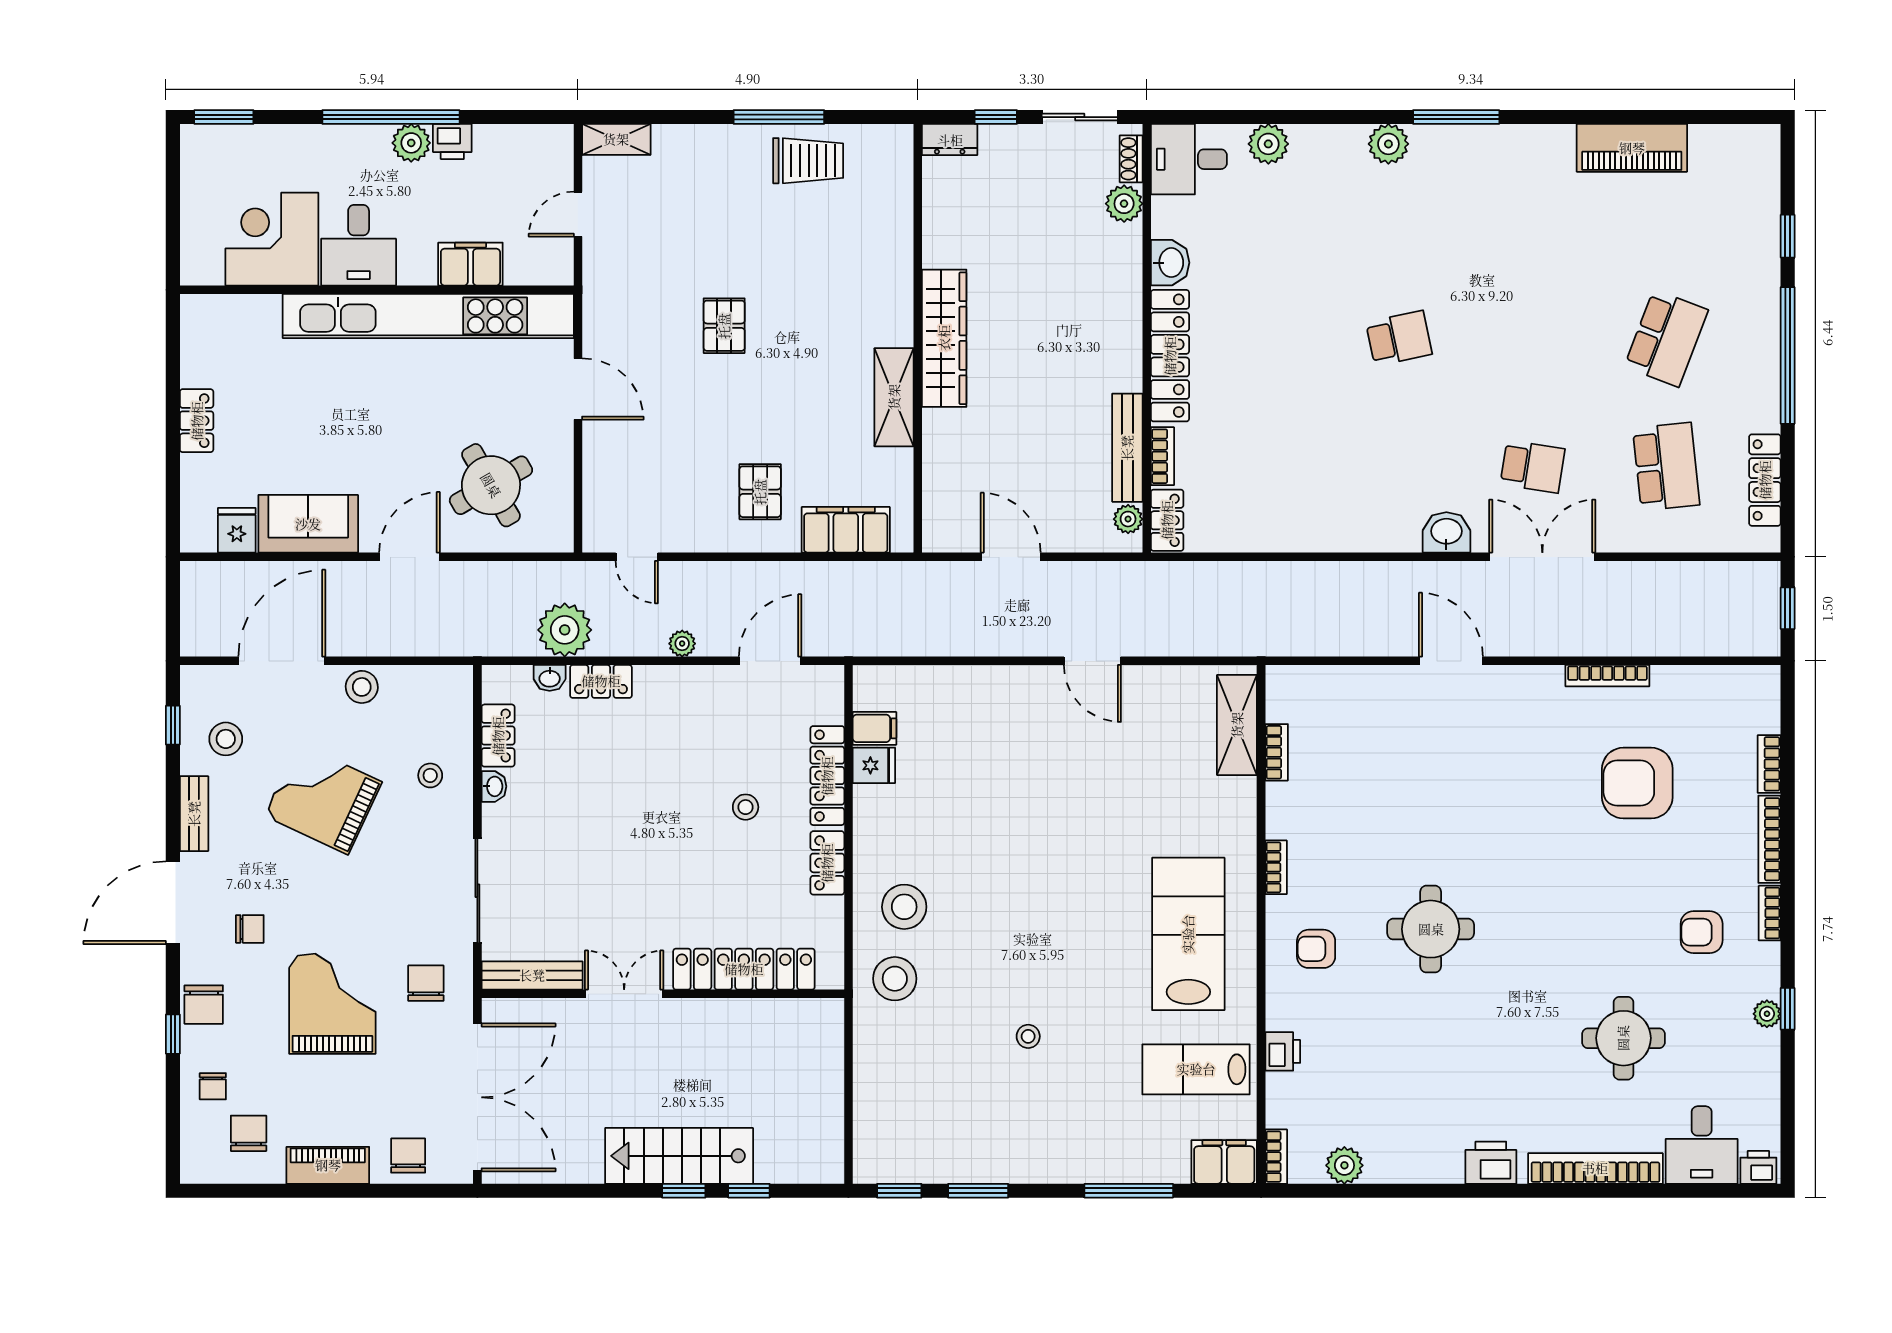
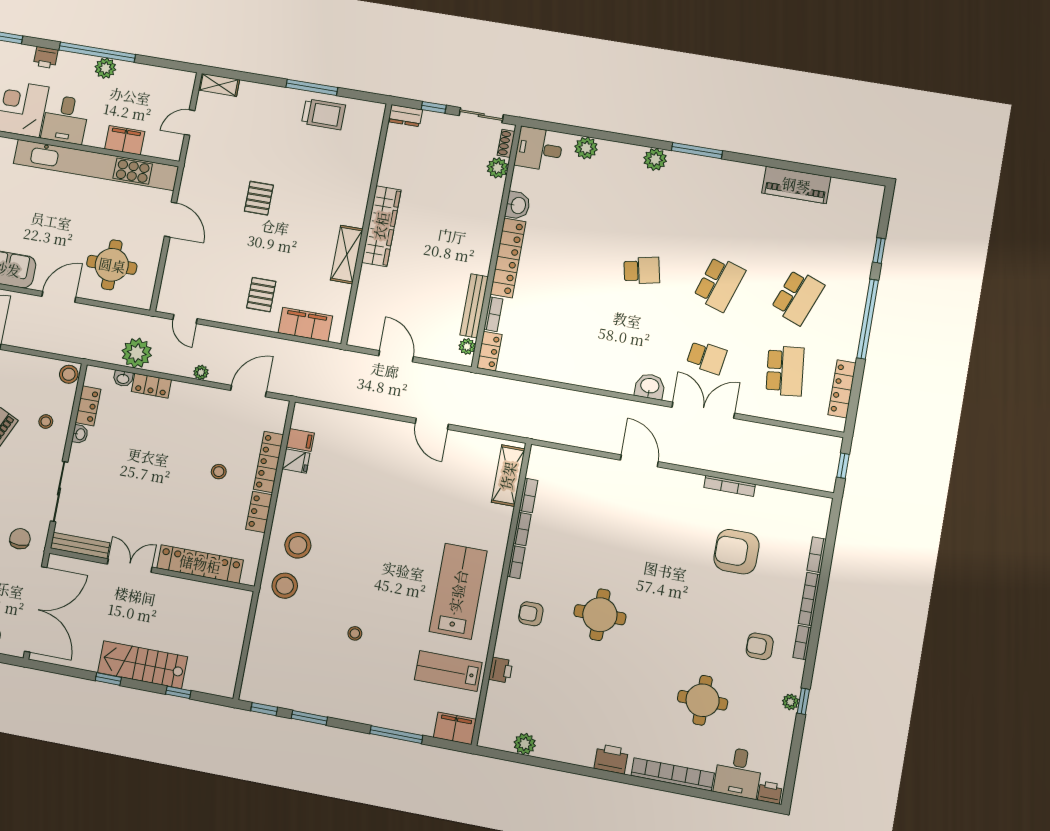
printer: (452, 142) -> (46, 58), moved
school desk: (1533, 338) -> (719, 284), added
round table: (491, 485) -> (112, 265), turned 30
stool: (362, 687) -> (69, 374), moved
bookcase: (1276, 1157) -> (522, 529), moved
window: (684, 1191) -> (108, 679), moved

